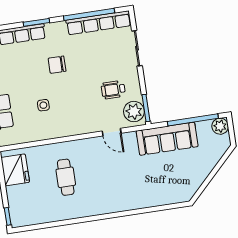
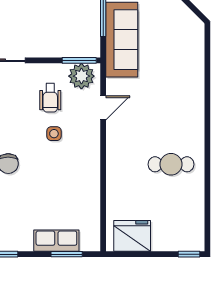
side table: (43, 105) -> (54, 134), moved
cafe table: (66, 177) -> (171, 164), moved

